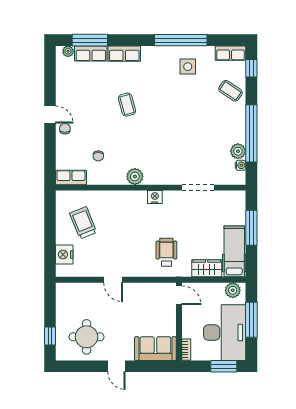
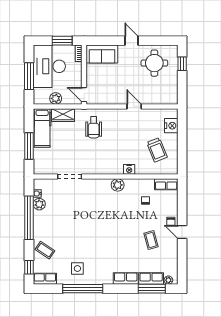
coffee table: (127, 105) -> (151, 240), moved
nightstand: (155, 197) -> (129, 169), moved
plant: (233, 290) -> (56, 98), moved
window: (224, 366) -> (62, 41), moved

